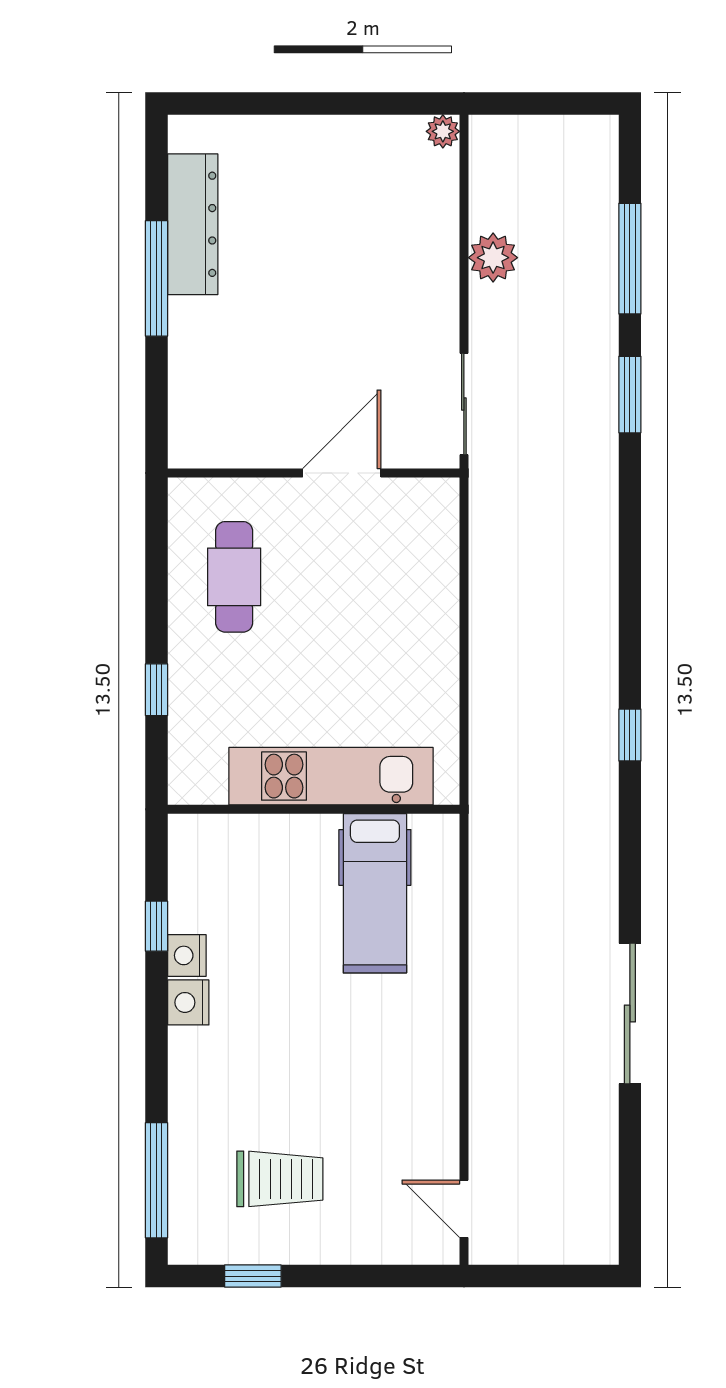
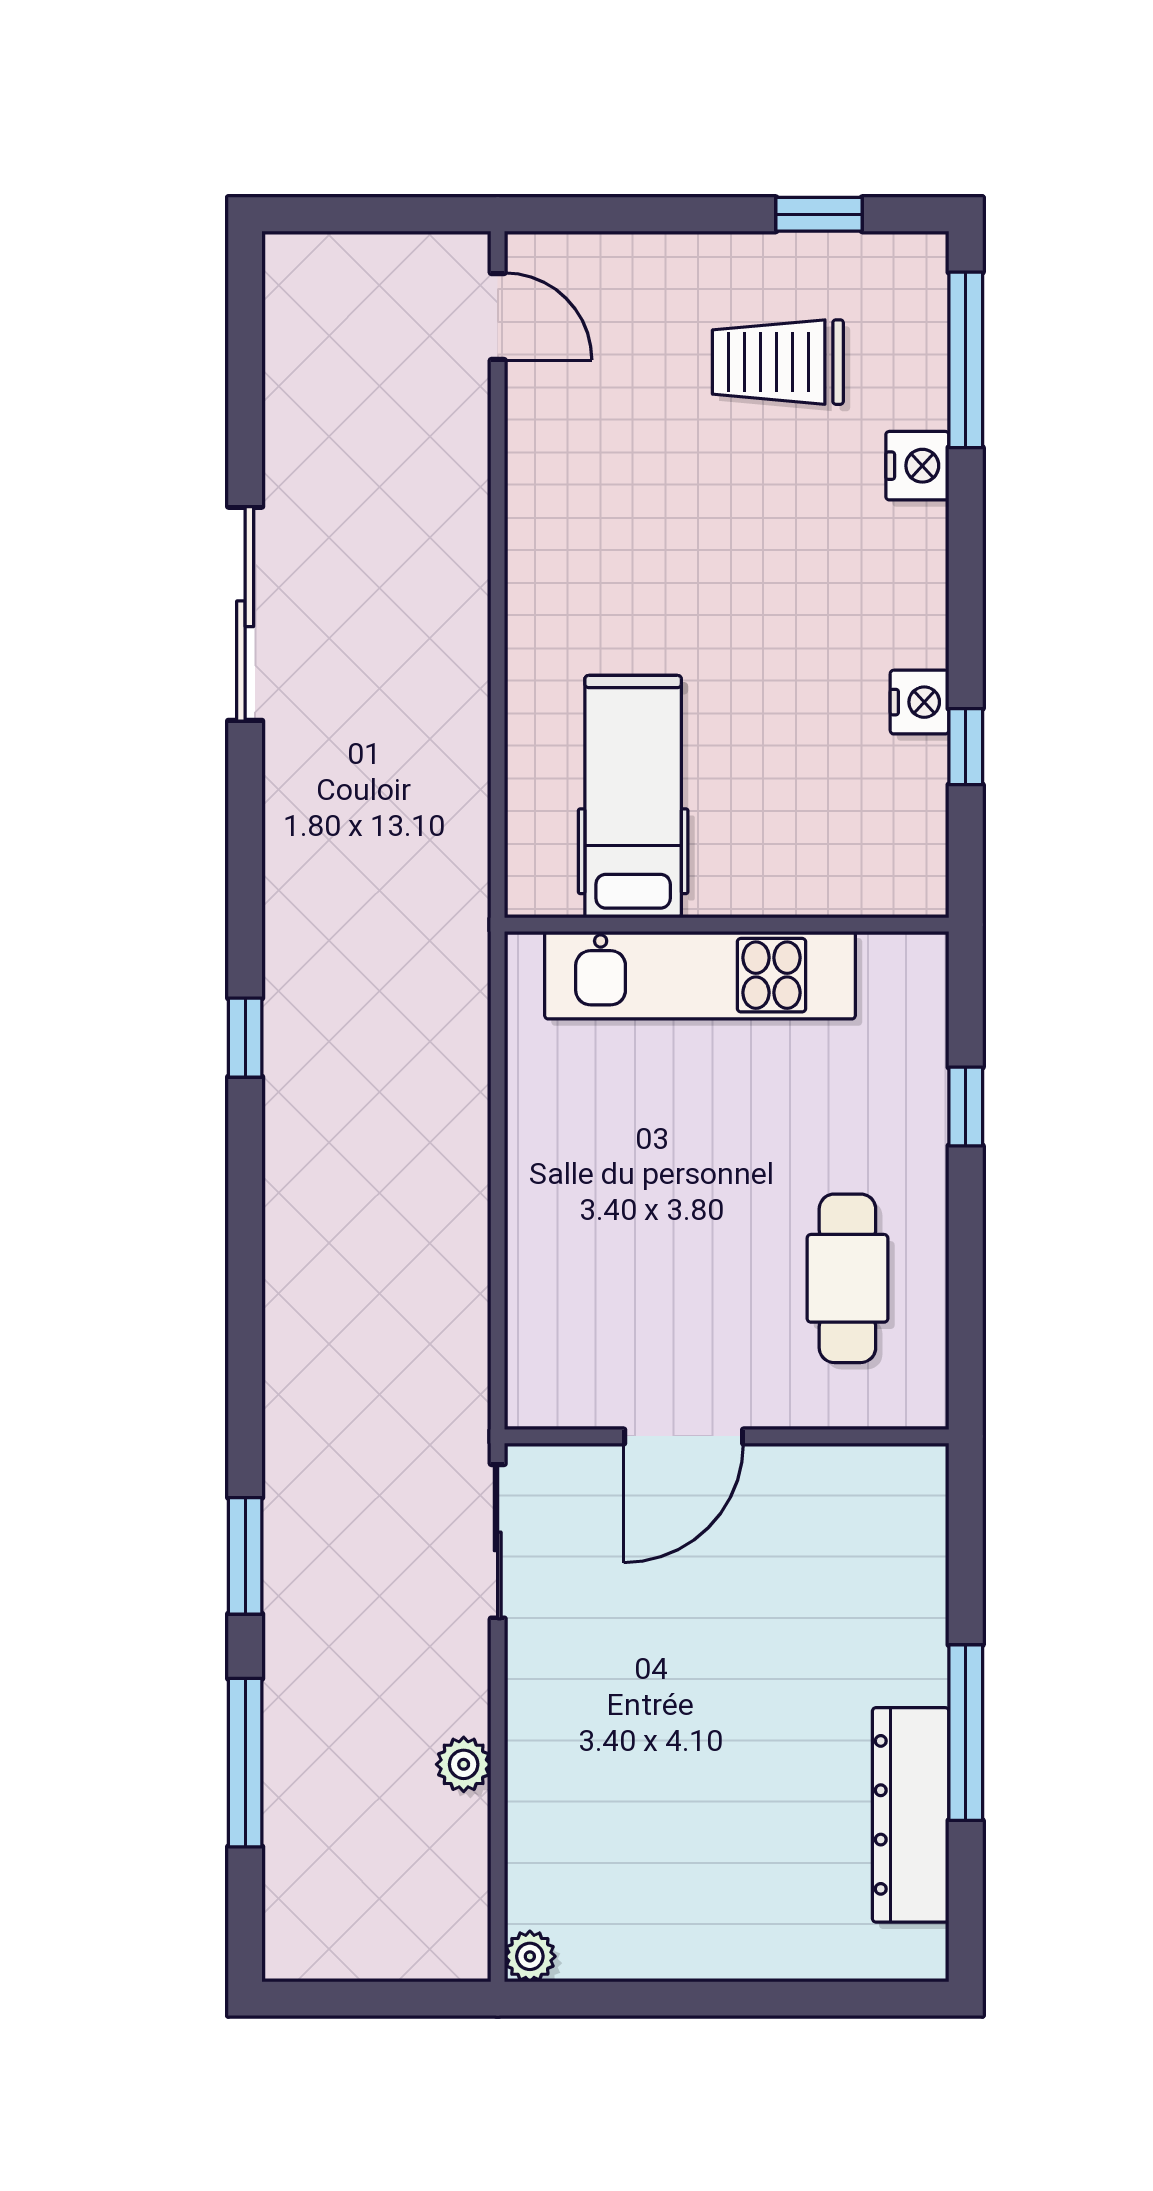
plant: (493, 258) -> (464, 1764), width x0.73, depth x0.73
nightstand: (188, 1002) -> (917, 466), moved

